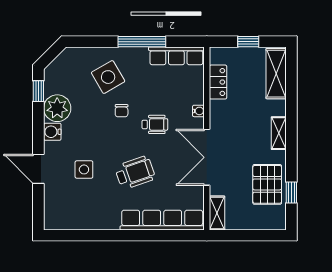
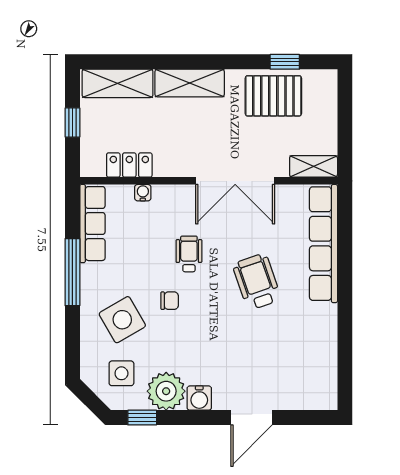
water cooler: (198, 111) -> (143, 193), moved
shelving: (279, 133) -> (190, 83), width x1.50, depth x1.33
side table: (84, 169) -> (121, 373), moved

